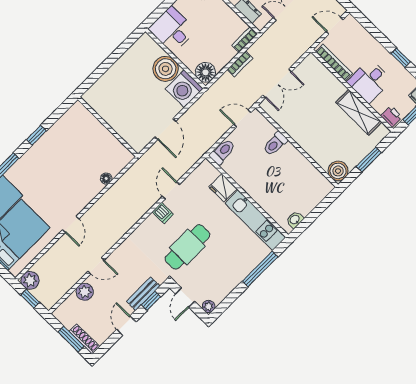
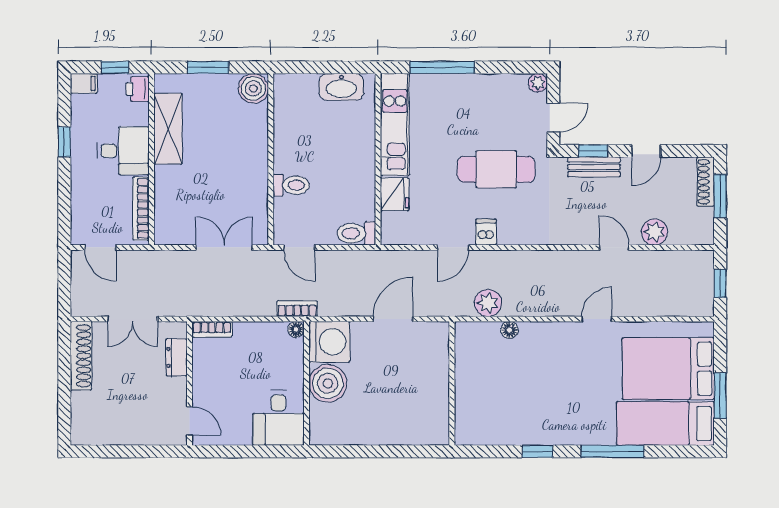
bookcase: (240, 64) -> (297, 309), moved
floor lamp: (205, 72) -> (296, 329), width x0.53, depth x0.53
washbasin: (295, 220) -> (341, 87), width x1.91, depth x1.45
plant: (30, 280) -> (488, 303), moved

